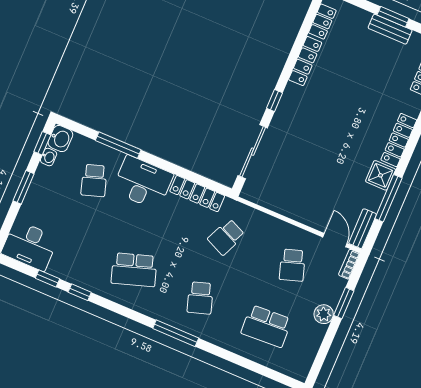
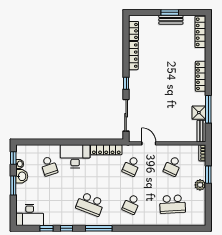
washbasin: (60, 139) -> (22, 176), moved
window: (118, 145) -> (54, 142), removed
shower: (381, 175) -> (199, 113), moved
door: (335, 240) -> (149, 143), moved
school desk: (292, 265) -> (173, 166), turned 42
school desk: (134, 270) -> (90, 204), turned 39
school desk: (200, 298) -> (131, 204), turned 42
window: (176, 333) -> (99, 228), moved

